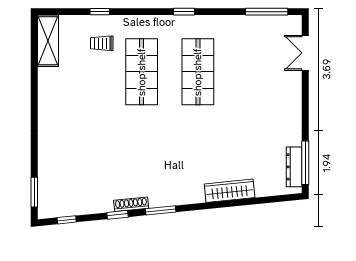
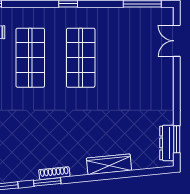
window: (305, 163) -> (177, 139), width x0.69
shoe rack: (131, 204) -> (54, 173), moved

